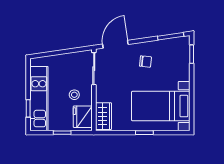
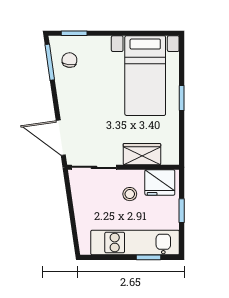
chair: (145, 62) -> (69, 60), moved
wardrobe: (103, 116) -> (142, 154), moved

